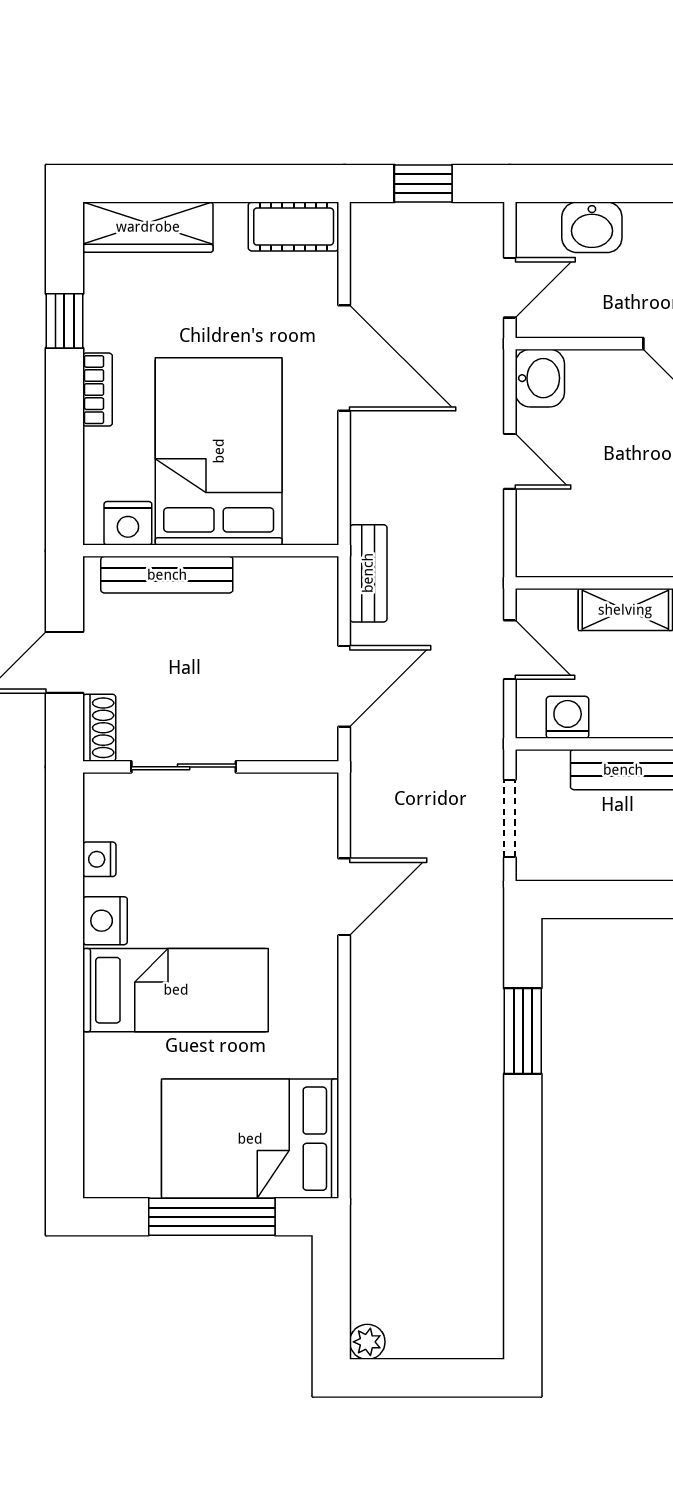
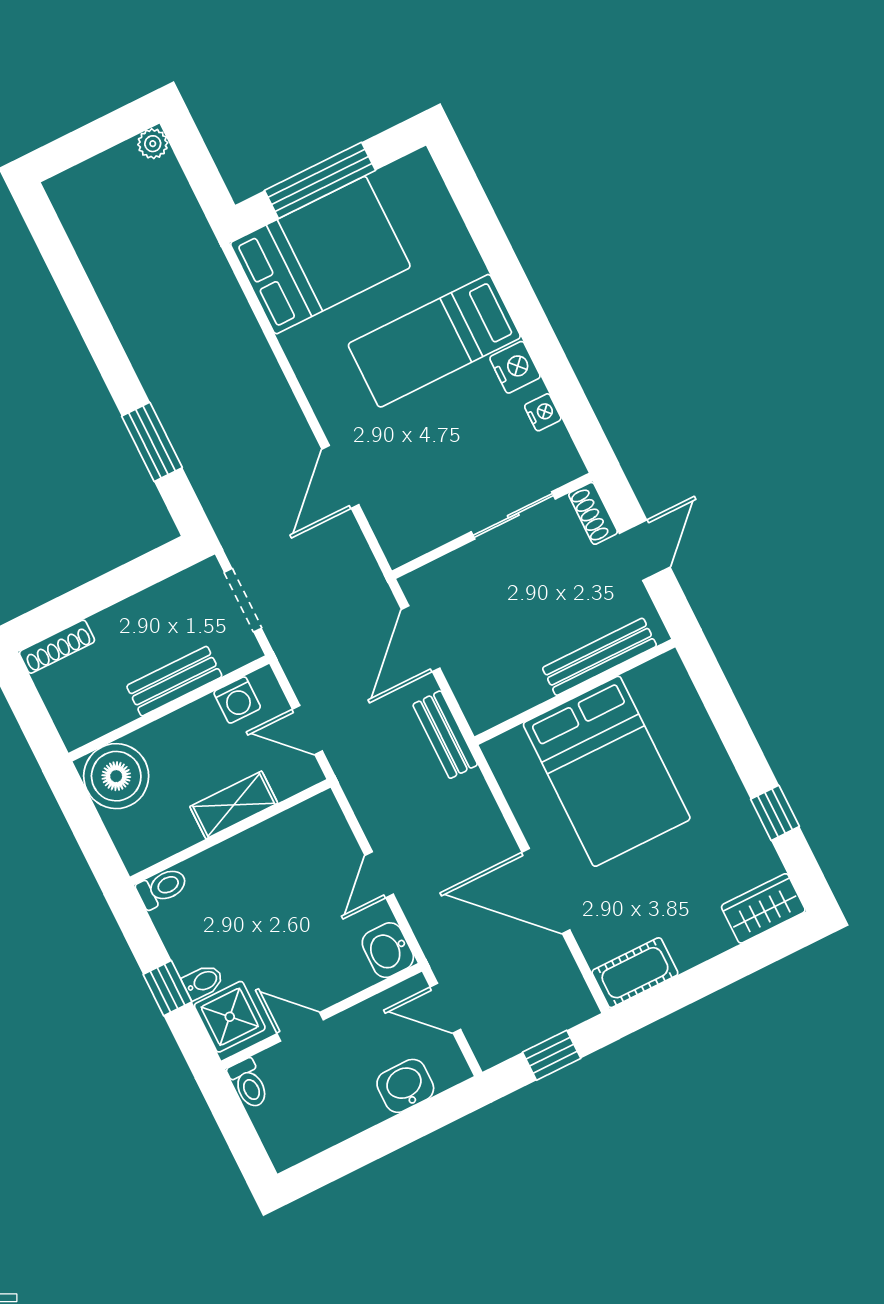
wardrobe: (148, 227) -> (763, 908), width x0.67
door: (510, 288) -> (445, 1008), hinge flipped
bookcase: (98, 390) -> (723, 773), removed
door: (510, 461) -> (379, 875), hinge flipped
nightstand: (128, 523) -> (649, 681), removed

